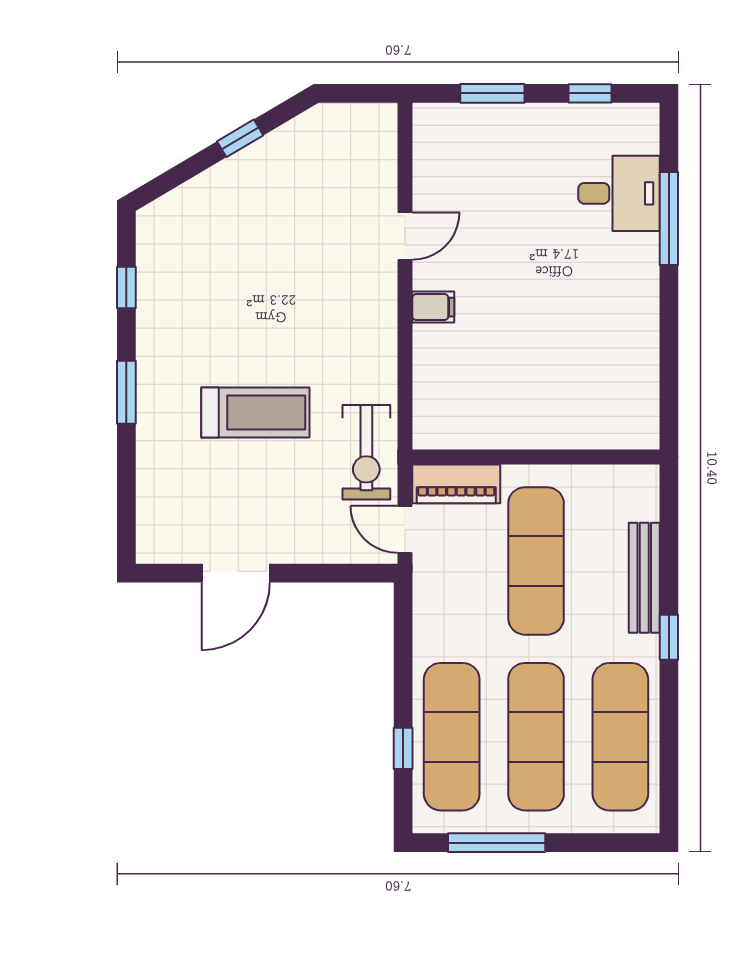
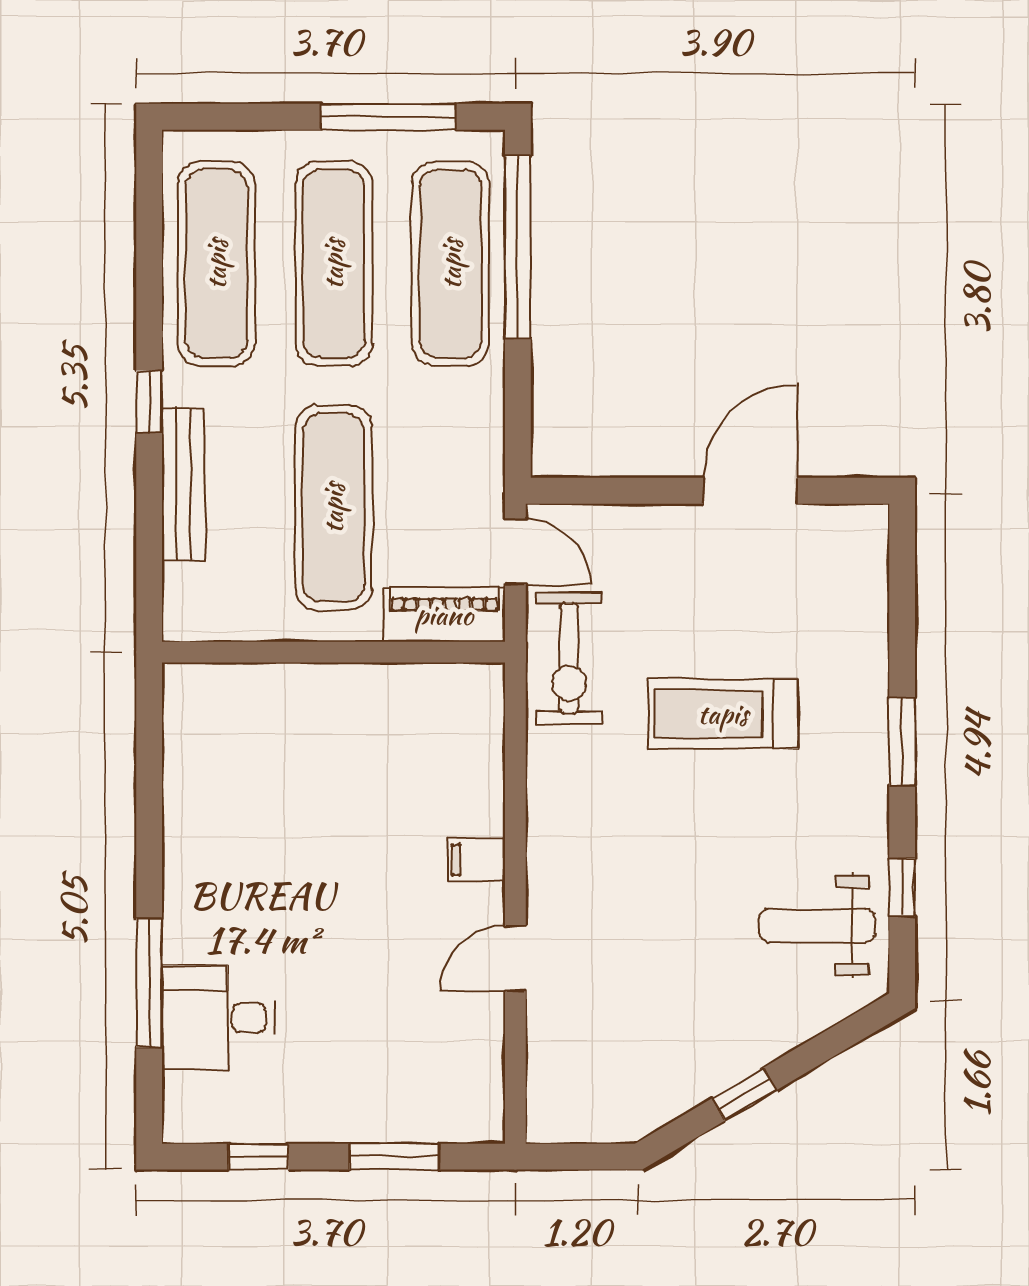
weight bench: (188, 260) -> (817, 926), added
exercise bike: (366, 452) -> (569, 658), turned 180
window: (403, 748) -> (518, 247), width x3.17

